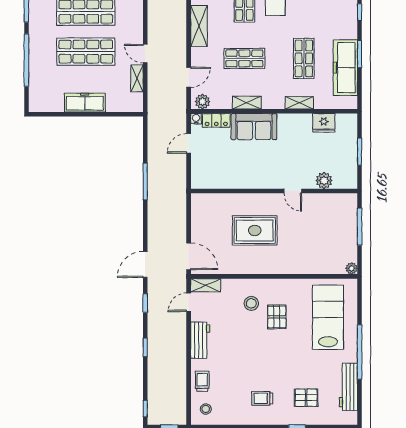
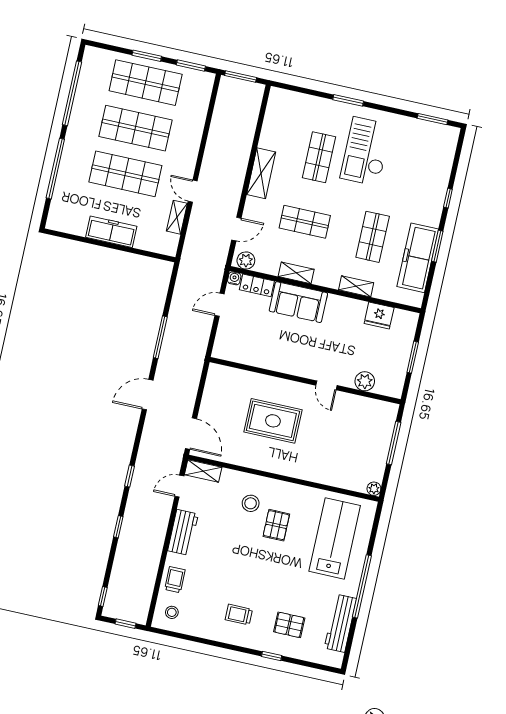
door: (145, 265) -> (148, 395), moved

